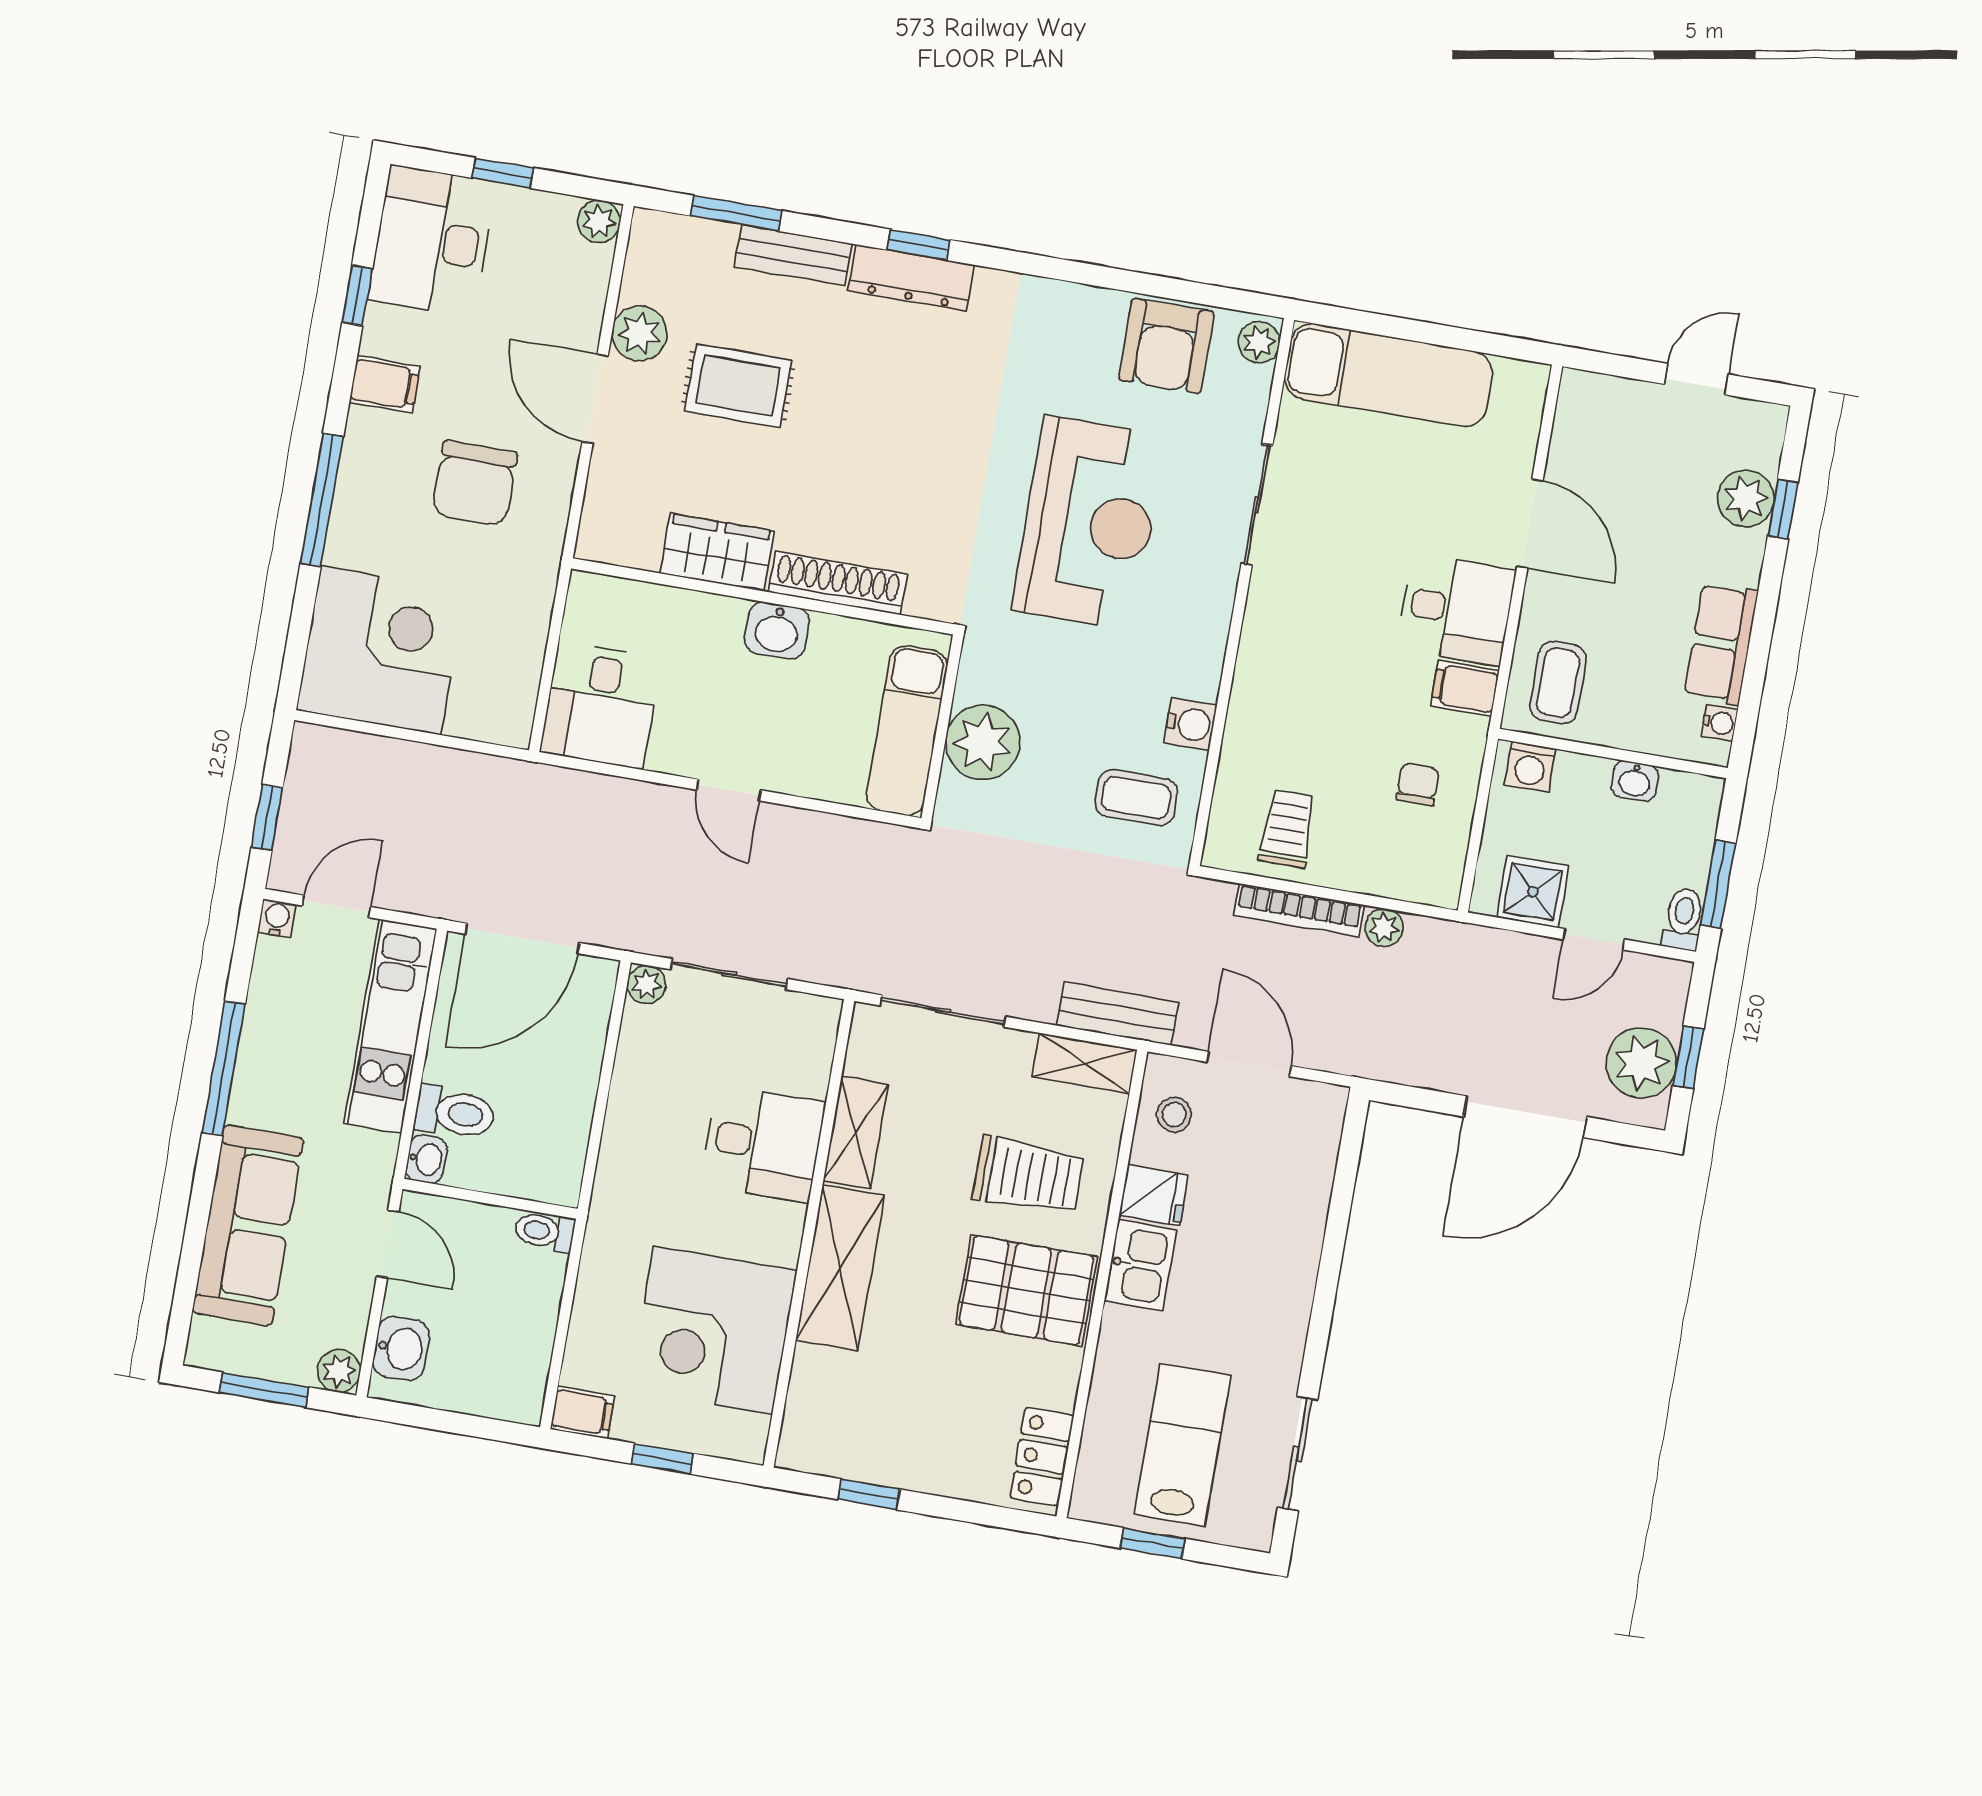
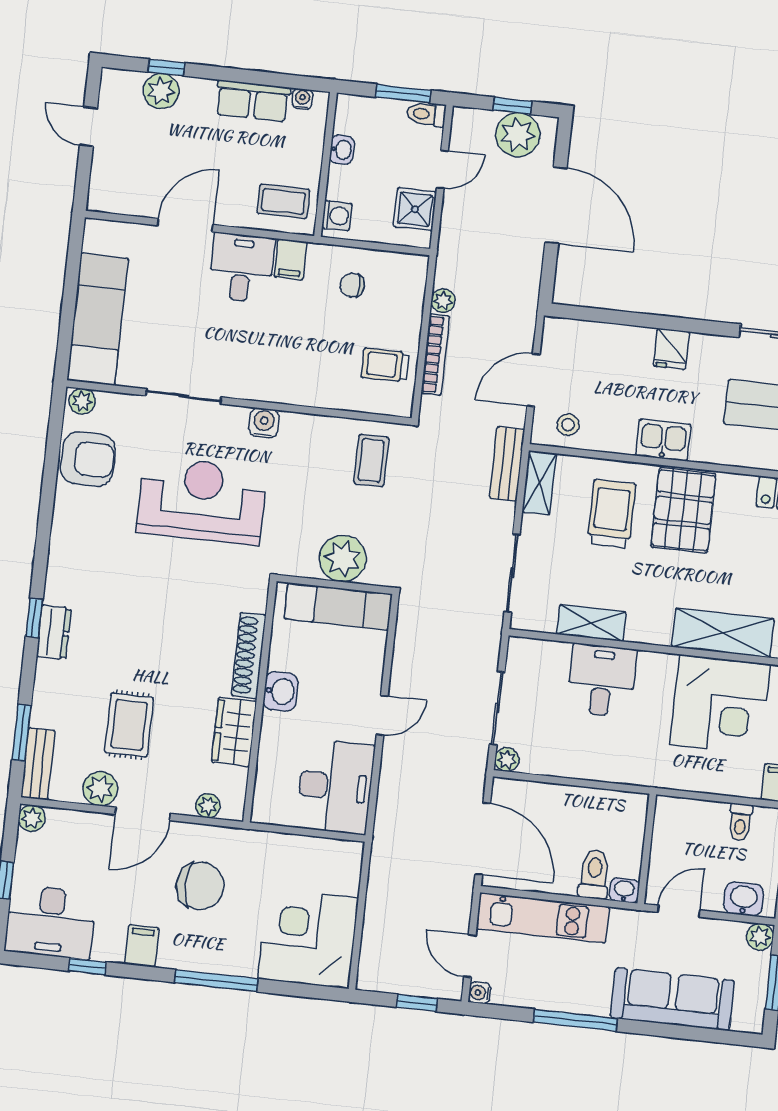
bench: (793, 255) -> (38, 764), moved
dresser: (911, 278) -> (54, 632), width x0.70
plant: (602, 504) -> (208, 806), added
desk: (601, 705) -> (335, 787), width x1.37
water cooler: (1190, 724) -> (264, 423), moved
door: (1594, 939) -> (442, 169), hinge flipped
fridge: (1154, 1195) -> (671, 349), moved, turned 180
toilet: (545, 1231) -> (740, 822), moved
shelving: (840, 1268) -> (723, 633), moved

